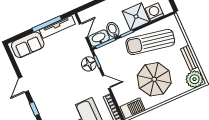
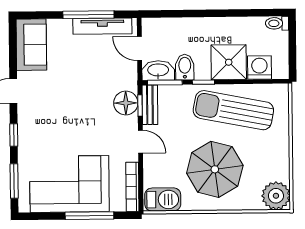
door: (83, 30) -> (139, 49), swing flipped
sofa: (28, 45) -> (31, 45), moved, turned -90
bench: (189, 58) -> (150, 105), moved

